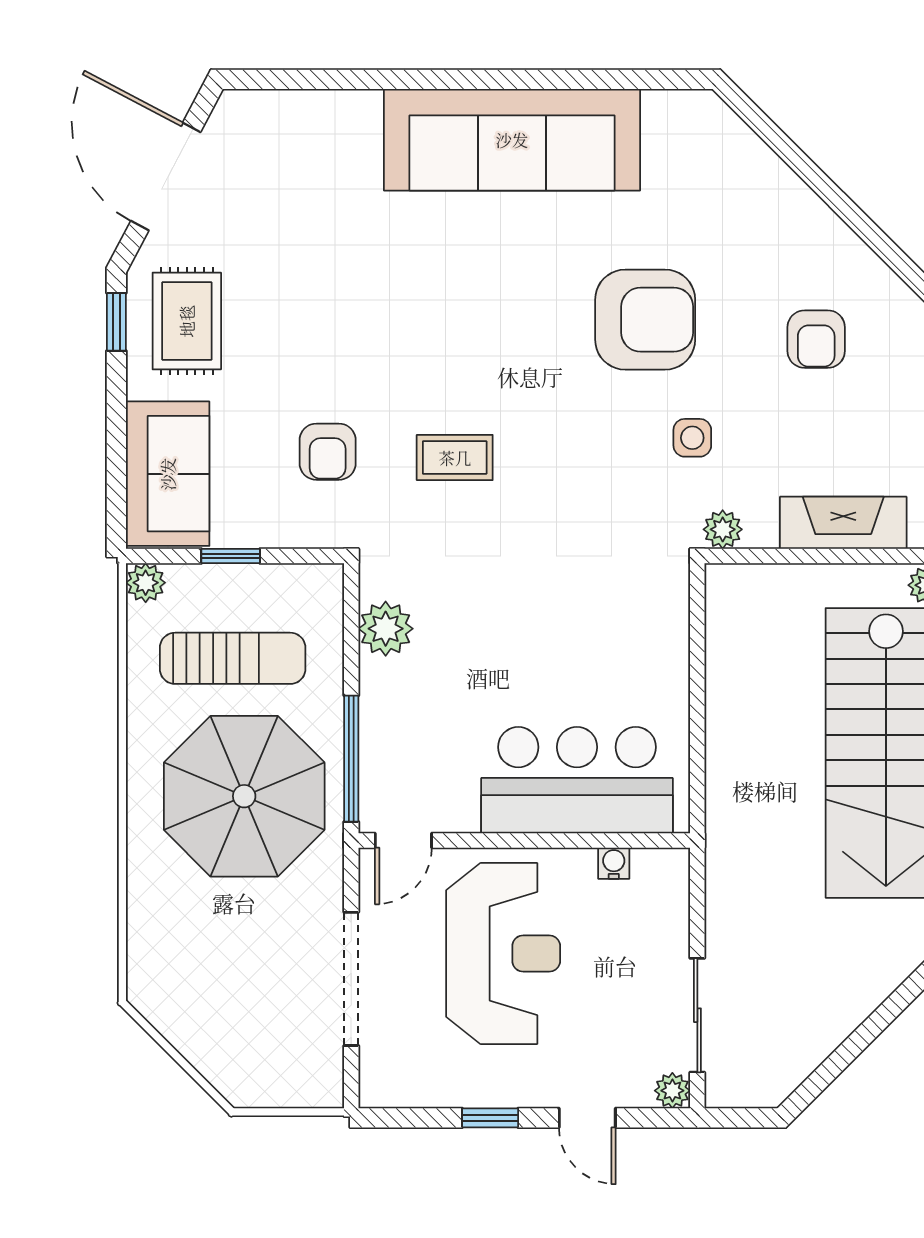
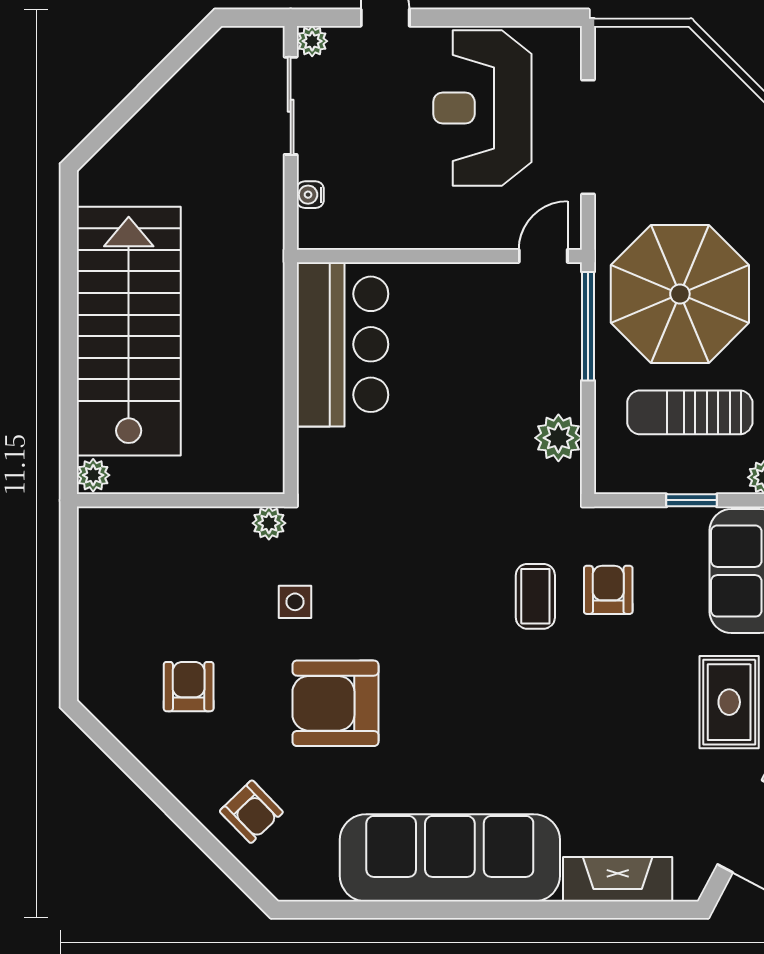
armchair: (743, 193) -> (251, 812), added
coffee table: (455, 458) -> (535, 596), moved, turned 90
fireplace: (843, 523) -> (618, 879), moved, turned 180
bar counter: (577, 780) -> (342, 344), moved, turned -90
water cooler: (614, 863) -> (310, 195), moved, turned 90
reception desk: (503, 954) -> (482, 108), moved
window: (490, 1118) -> (469, 18), removed

